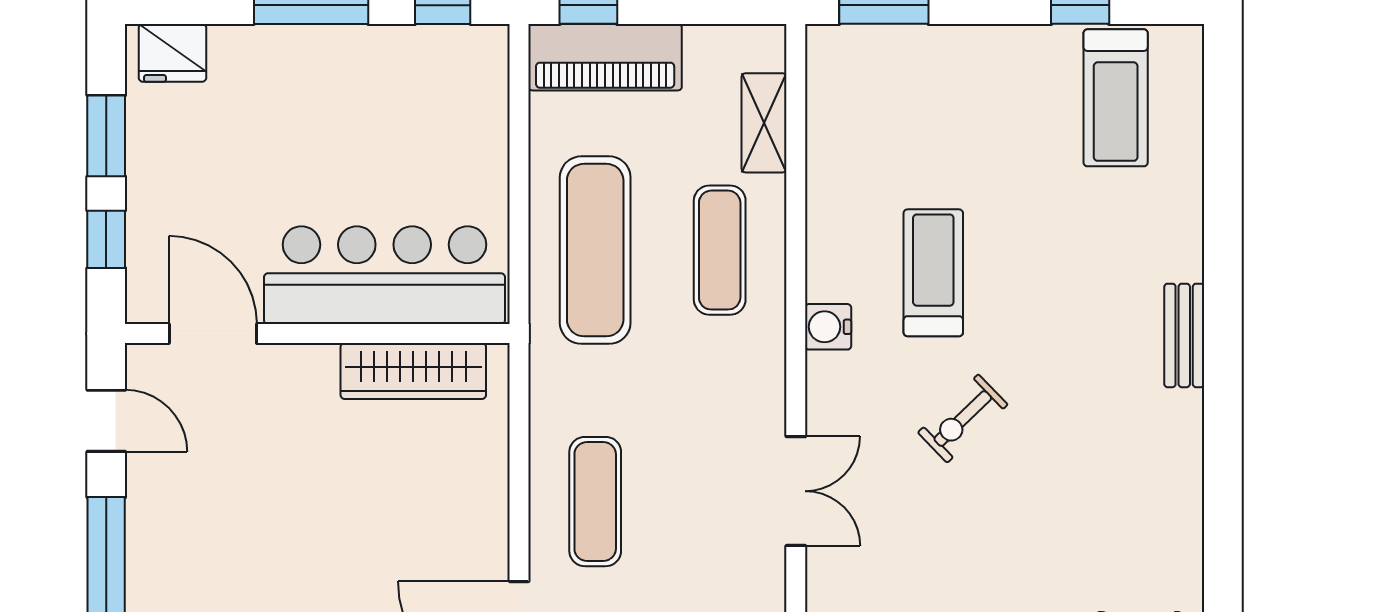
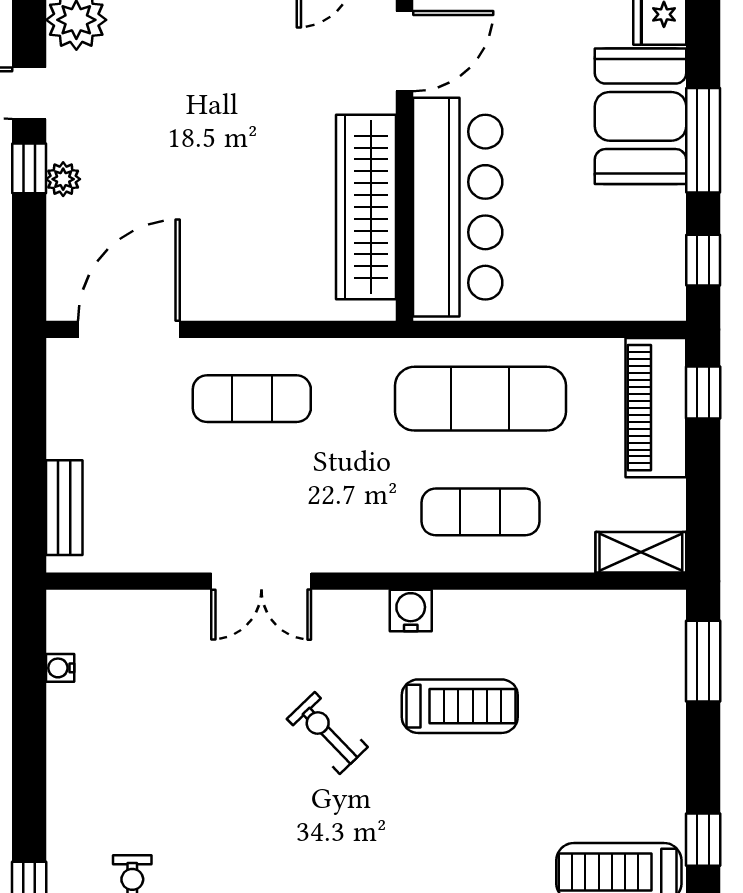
booth: (285, 74) -> (641, 116), added
shelving: (764, 123) -> (641, 552), moved
wardrobe: (413, 371) -> (366, 207), width x1.40, depth x1.17

